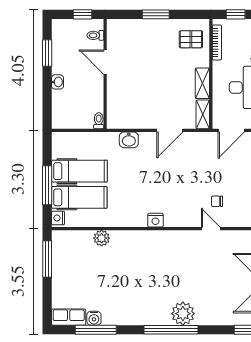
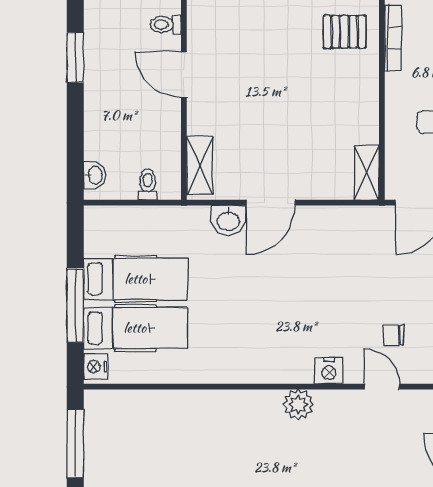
washbasin: (58, 82) -> (95, 175), moved
shelving: (202, 83) -> (200, 166), moved
toilet: (99, 121) -> (148, 185), moved
door: (170, 130) -> (271, 203), moved
nightstand: (155, 220) -> (329, 371), moved
plant: (102, 238) -> (298, 405), moved

